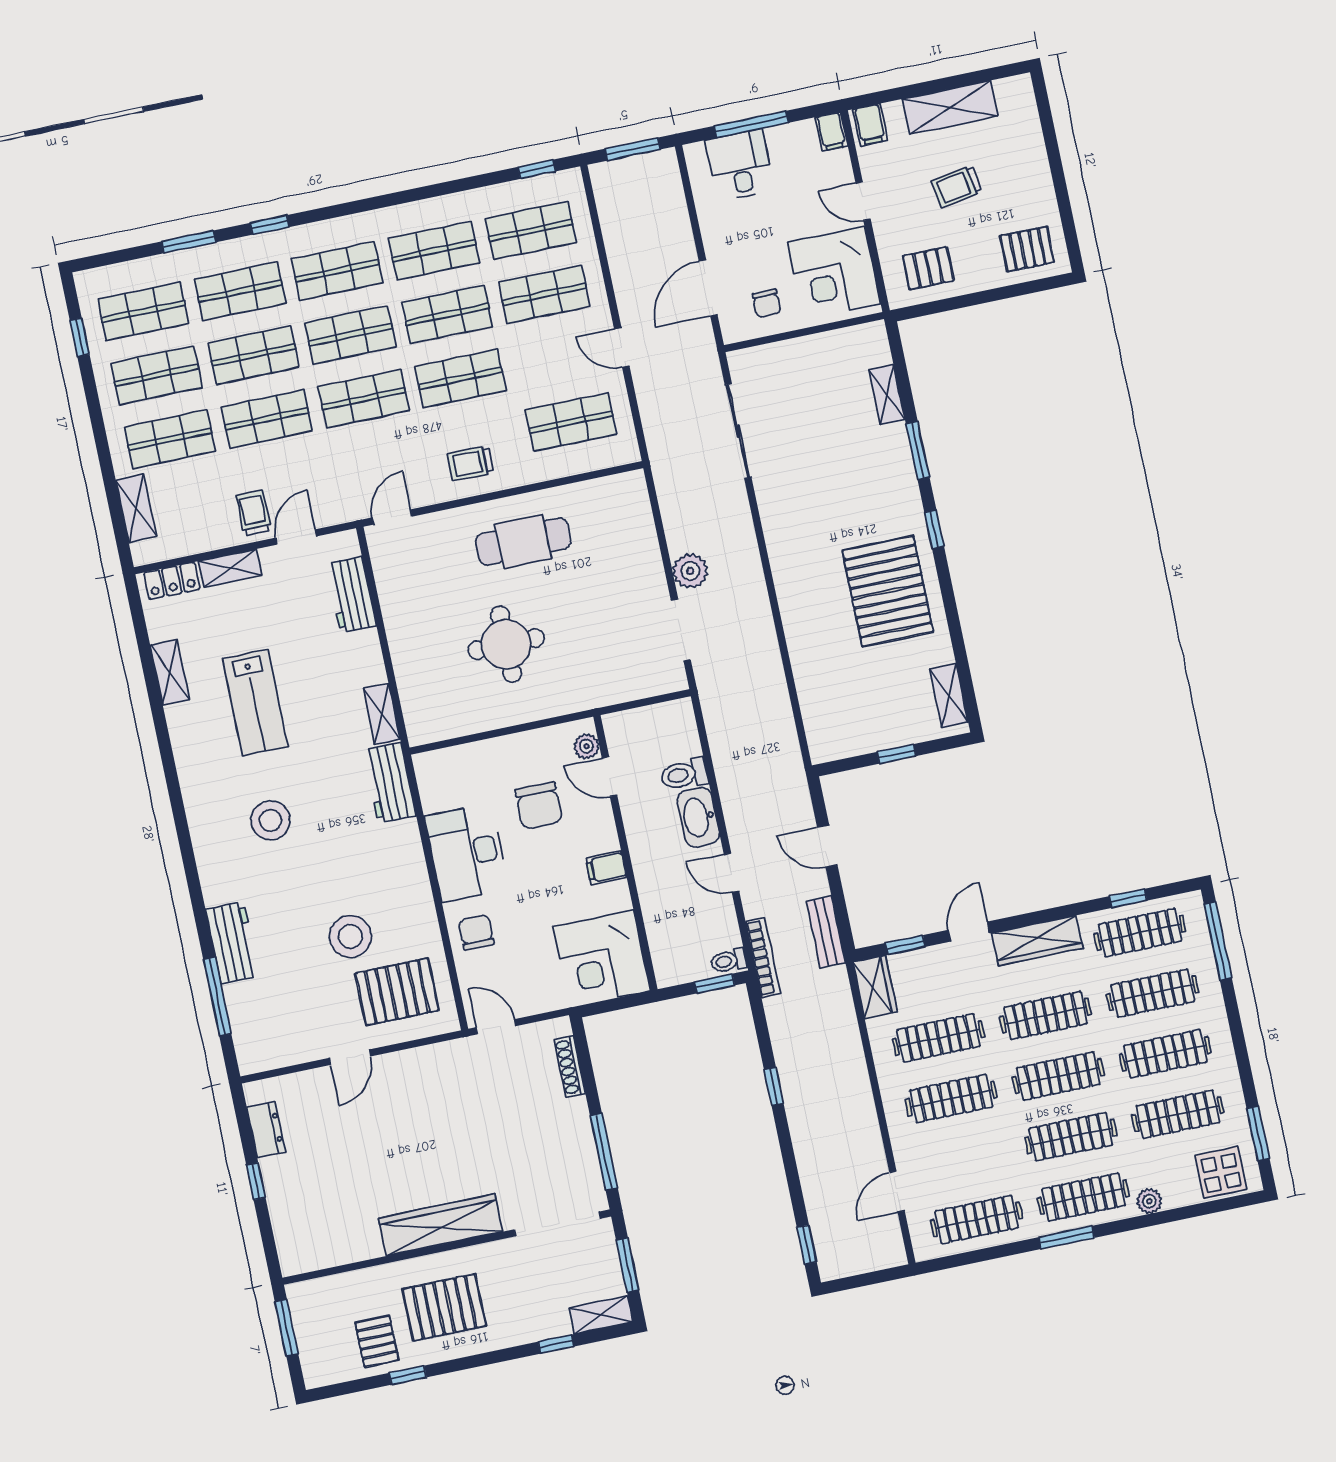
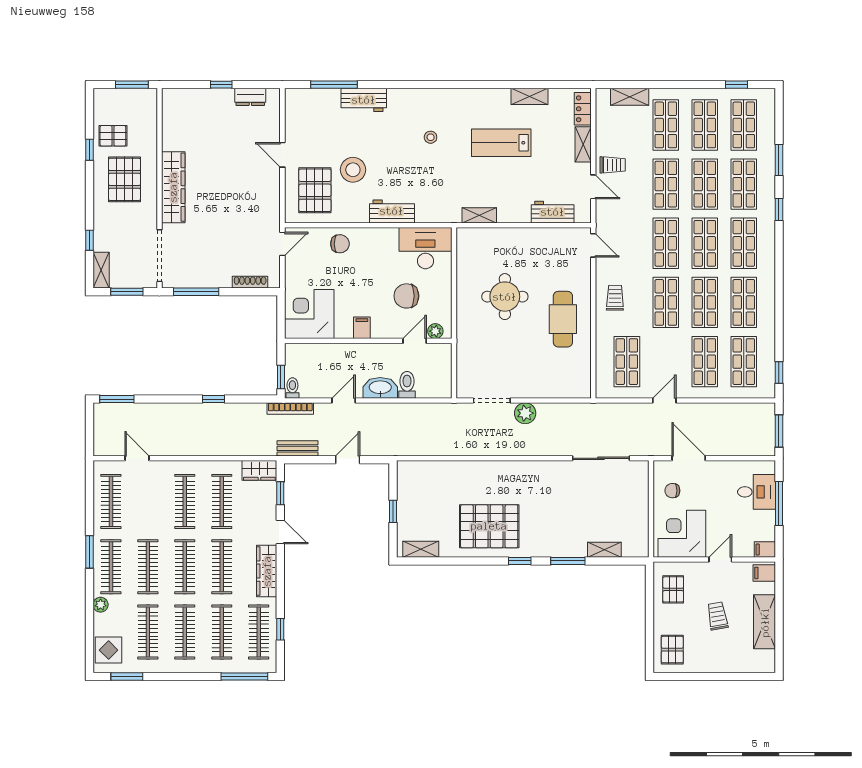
workbench: (389, 783) -> (392, 211), moved
stool: (270, 820) -> (431, 137), width x0.53, depth x0.53
desk: (467, 853) -> (425, 248), moved
window: (807, 1245) -> (117, 399), width x1.50

